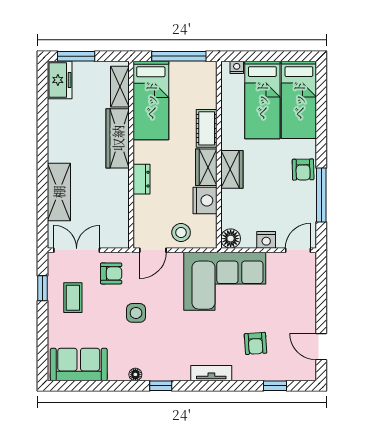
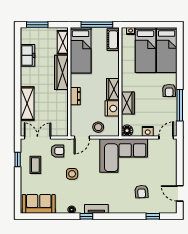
freezer: (60, 80) -> (28, 55), moved
cot: (207, 128) -> (113, 40), moved
wardrobe: (232, 169) -> (128, 103), moved
tv unit: (211, 373) -> (96, 209), moved

